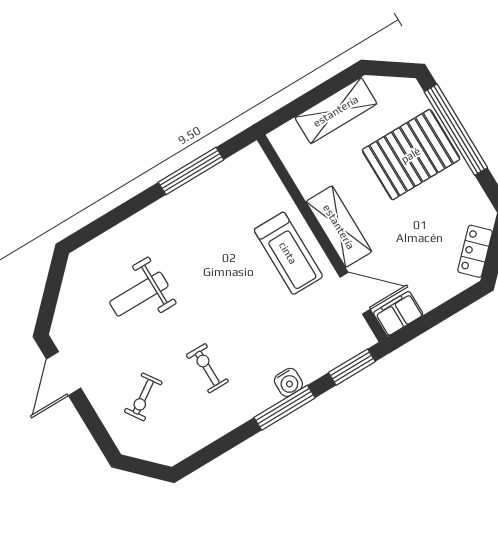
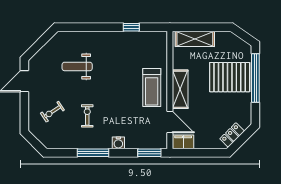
shelving: (336, 111) -> (195, 39), moved
window: (191, 171) -> (131, 27), width x0.46
window: (285, 408) -> (93, 153), moved

